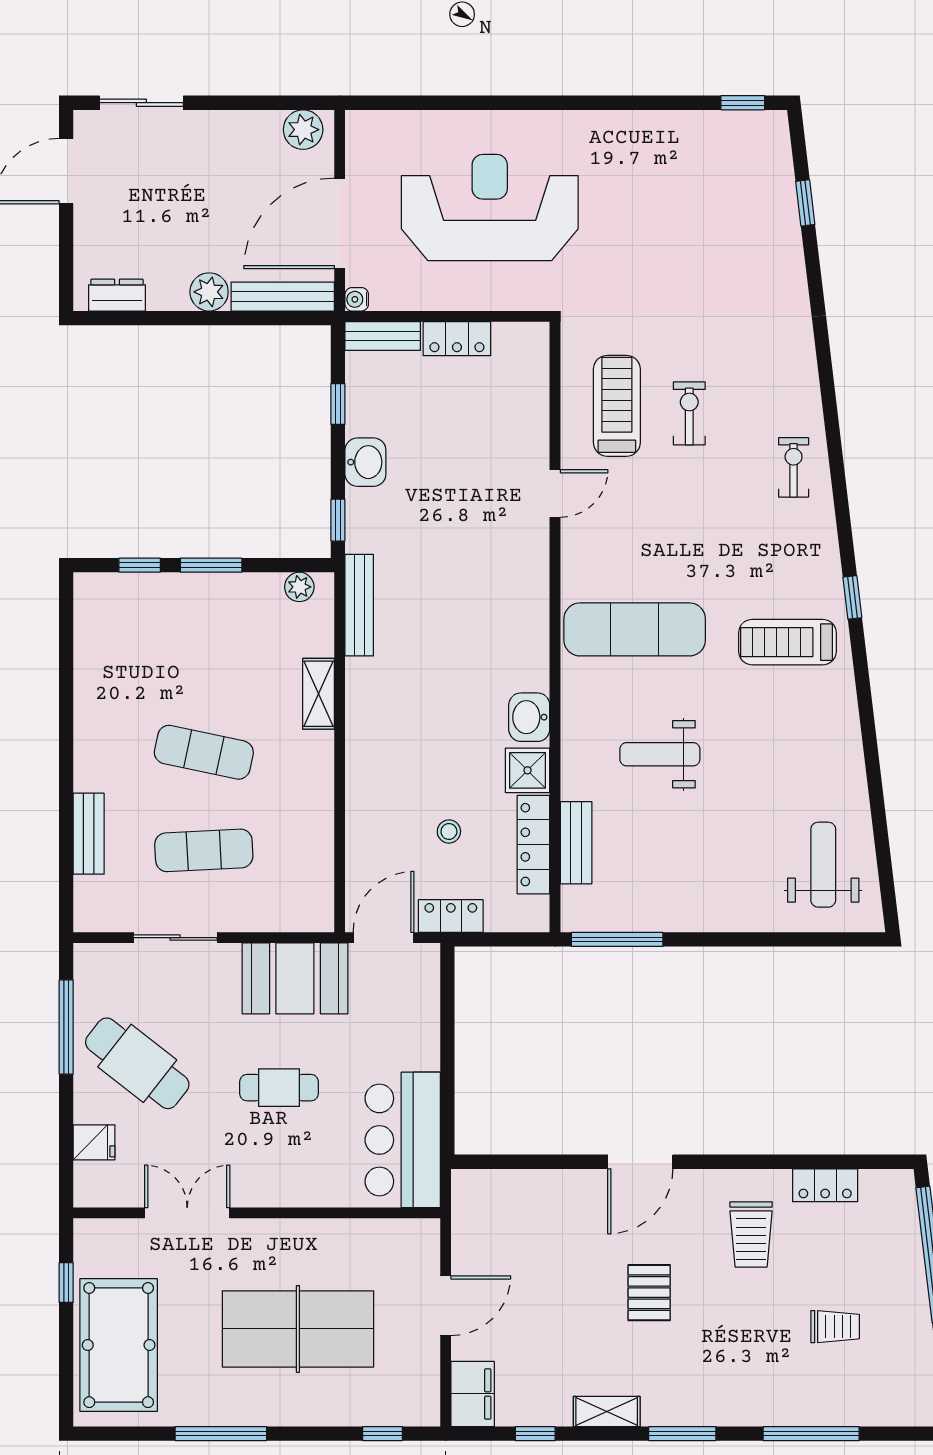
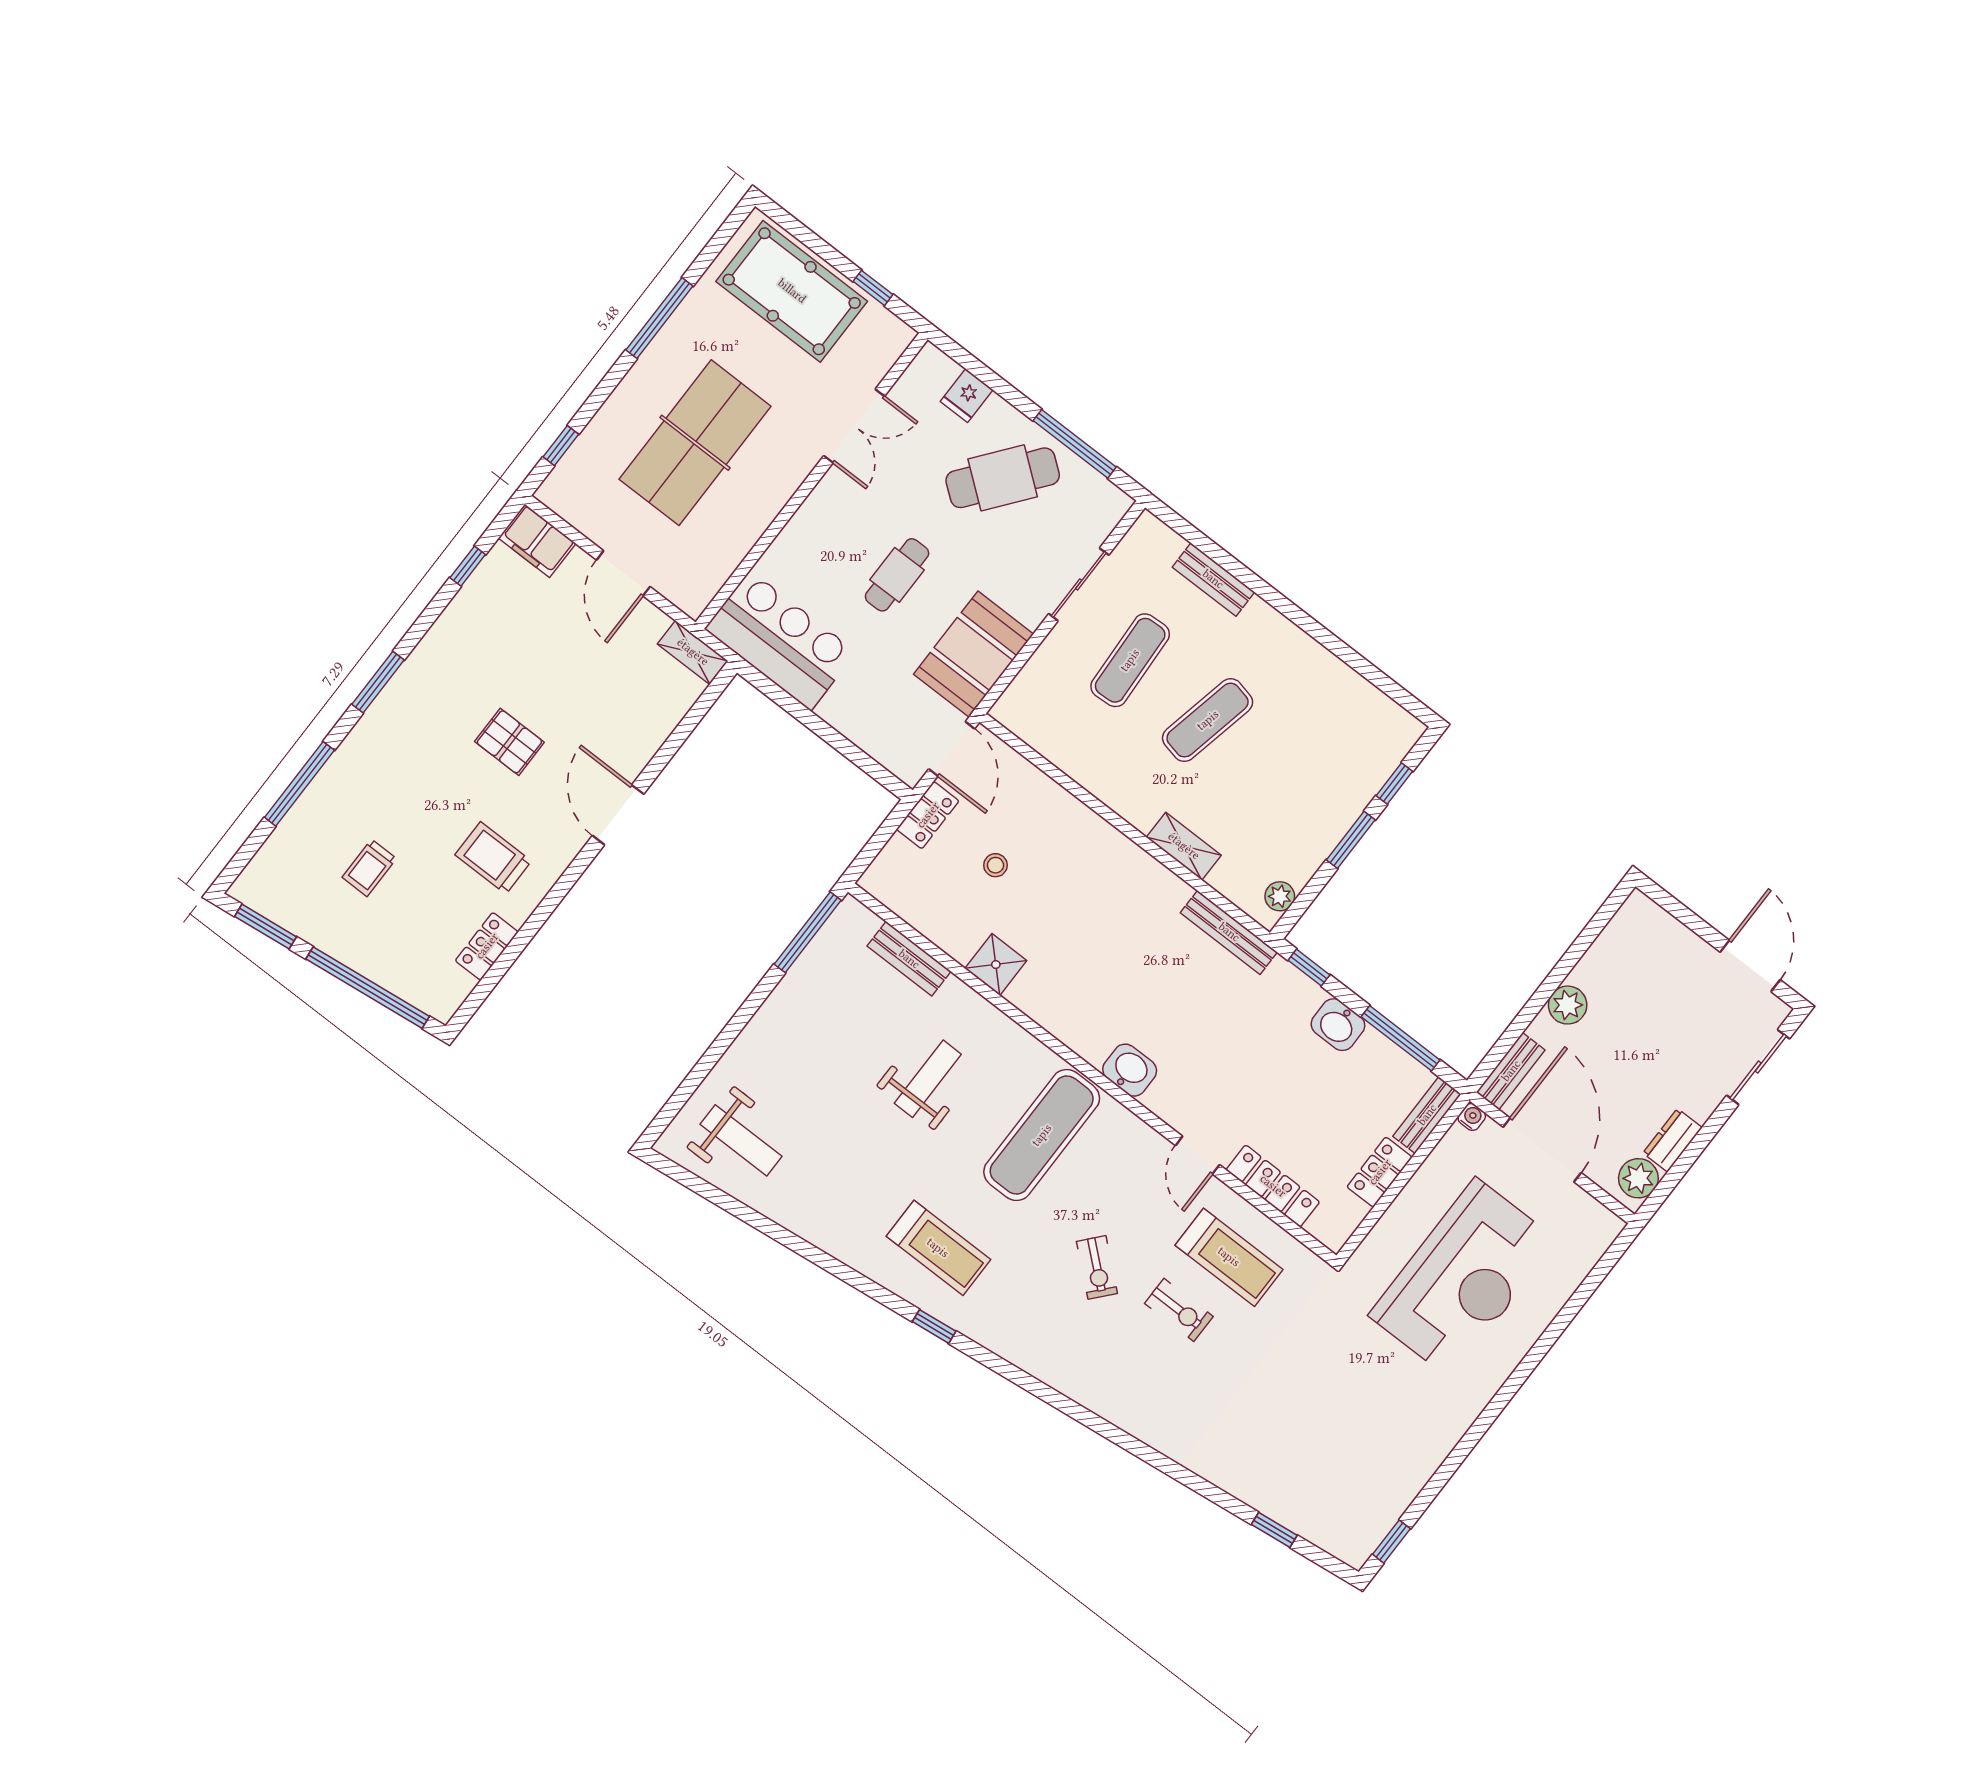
dresser: (117, 295) -> (1672, 1140), moved, turned 180
bench: (283, 297) -> (1511, 1071), width x0.73
window: (338, 404) -> (1401, 1038), width x2.17
exercise bike: (794, 467) -> (1097, 1267), moved, turned 41
treadmill: (787, 642) -> (938, 1248), turned 90
washbasin: (529, 717) -> (1130, 1070), moved
locker: (533, 845) -> (1273, 1186), moved
shelving: (607, 1411) -> (693, 652), moved, turned 90

